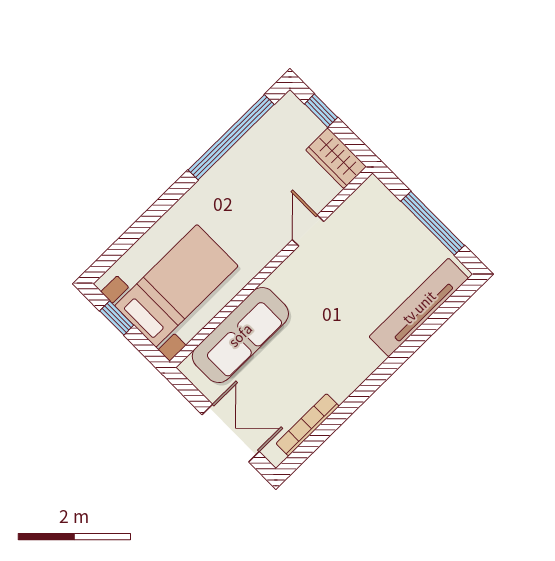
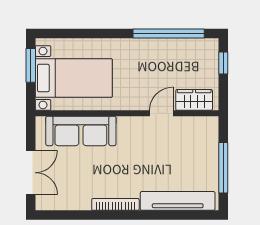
wardrobe: (336, 158) -> (194, 100), moved, turned 90
window: (117, 318) -> (31, 65), width x1.50
bookcase: (308, 425) -> (115, 204), moved

